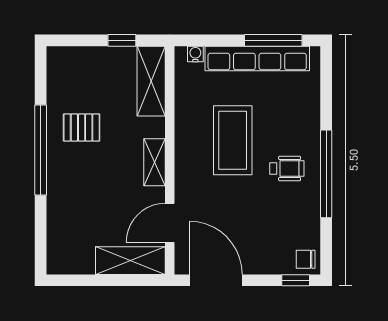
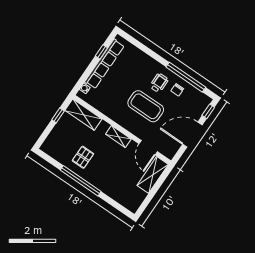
window: (273, 40) -> (101, 52), width x0.46
coffee table: (233, 140) -> (146, 106), moved
window: (326, 174) -> (186, 77), moved
chair: (306, 259) -> (177, 90), moved
door: (216, 280) -> (192, 135), moved

